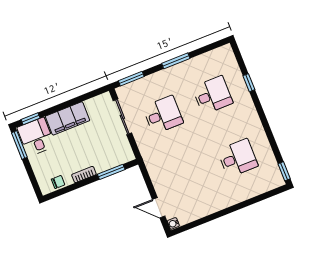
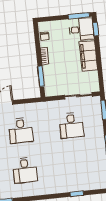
desk: (213, 95) -> (21, 130), moved

